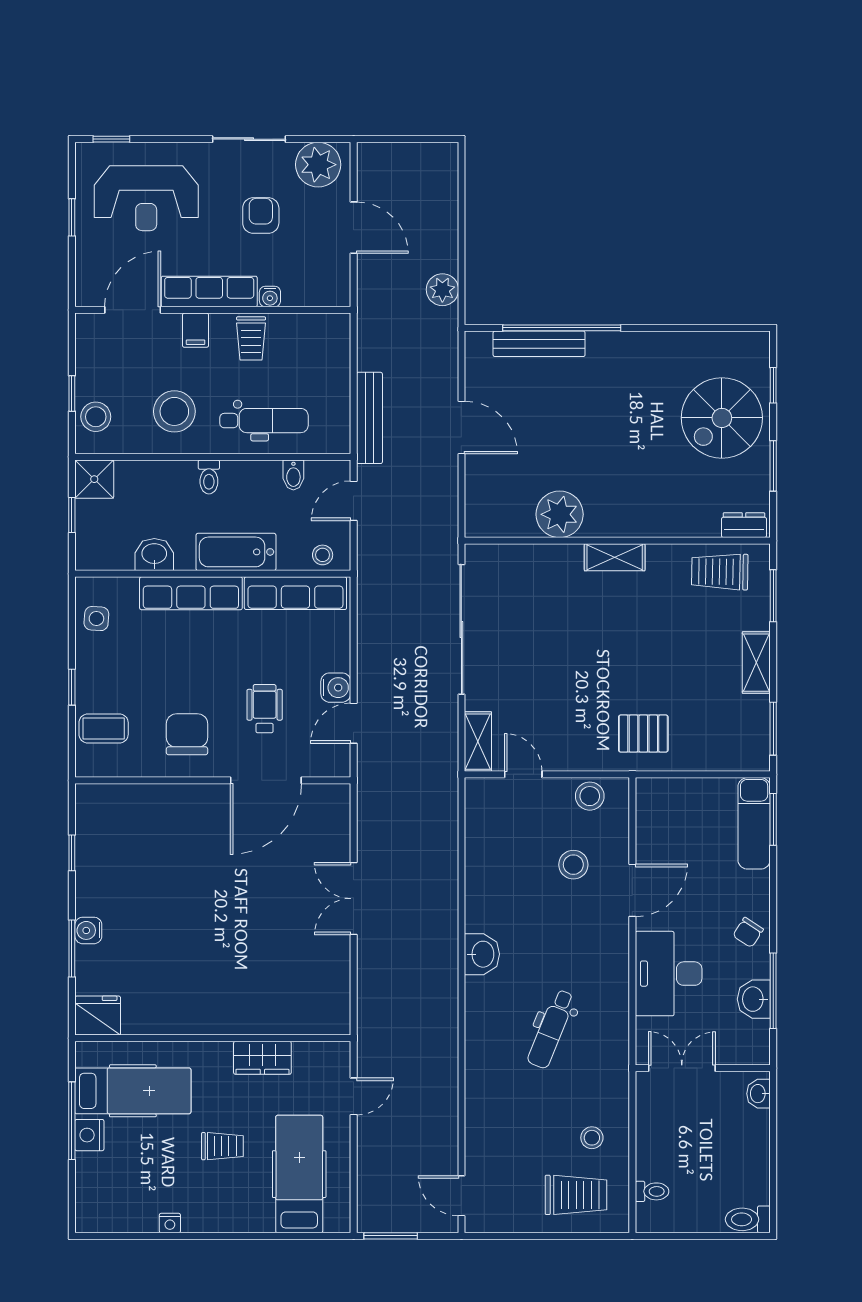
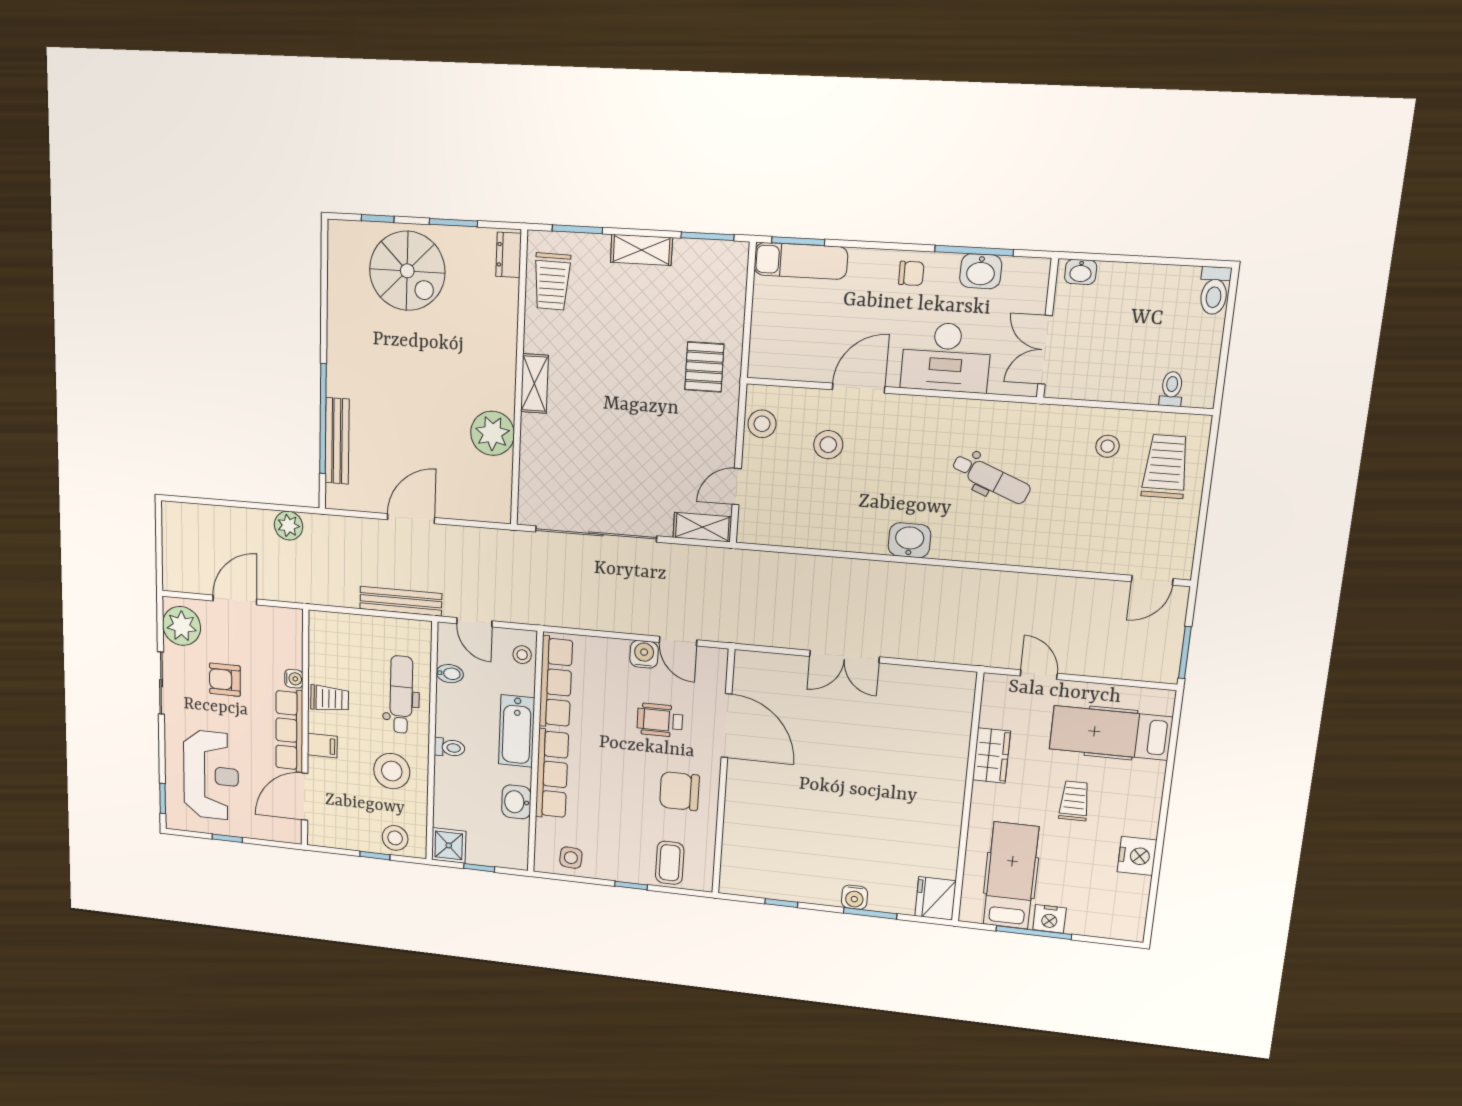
door: (133, 310) -> (305, 797), hinge flipped
door: (632, 890) -> (859, 388), hinge flipped
chair: (748, 932) -> (911, 273), turned -33
nightstand: (170, 1223) -> (1137, 856), width x1.89, depth x1.79

